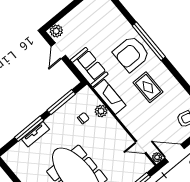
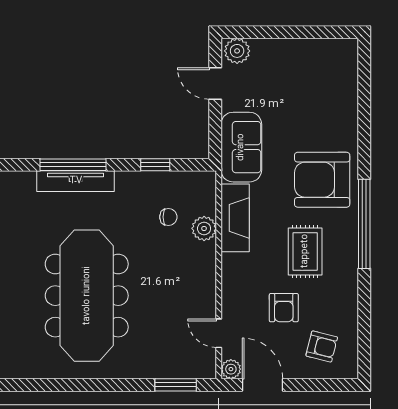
window: (149, 41) -> (364, 224), moved
door: (58, 51) -> (215, 84), hinge flipped
window: (61, 102) -> (155, 165), width x0.46
armchair: (158, 116) -> (284, 308), added
tv unit: (35, 134) -> (76, 181), width x1.41

